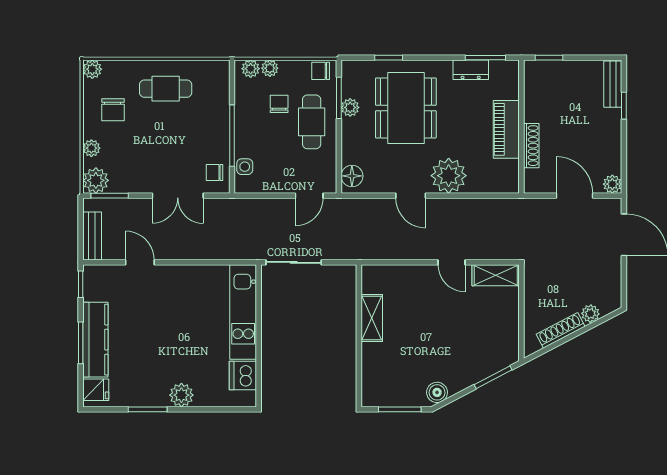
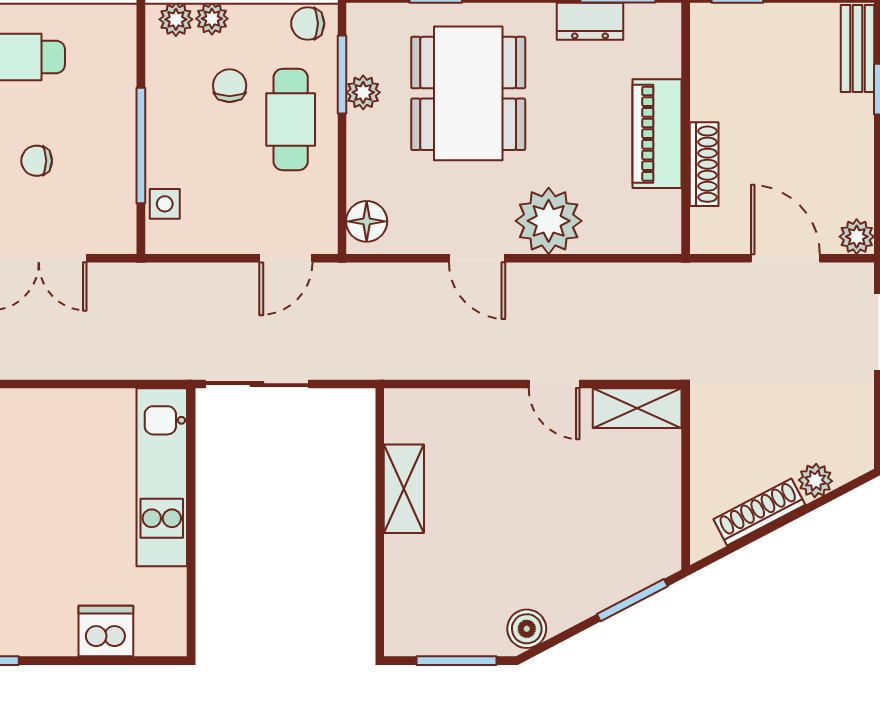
chair: (215, 172) -> (37, 161), moved
dishwasher: (243, 376) -> (106, 631), moved, turned 90
plant: (181, 395) -> (46, 634), removed

